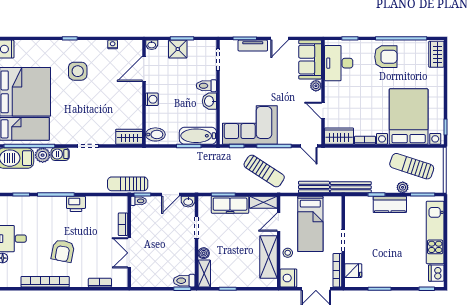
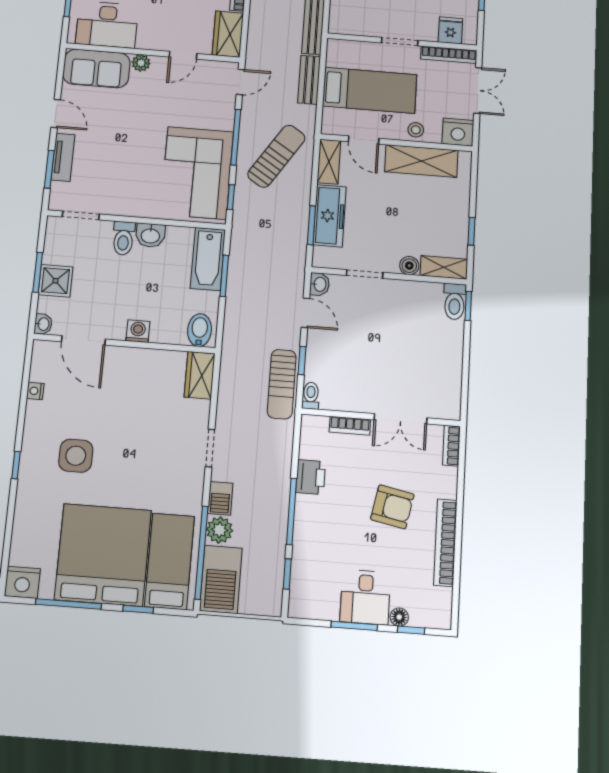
toilet: (139, 201) -> (311, 396), moved
bookcase: (123, 224) -> (350, 426), moved
wall: (129, 242) -> (381, 417), moved
double door: (129, 253) -> (400, 419), moved

